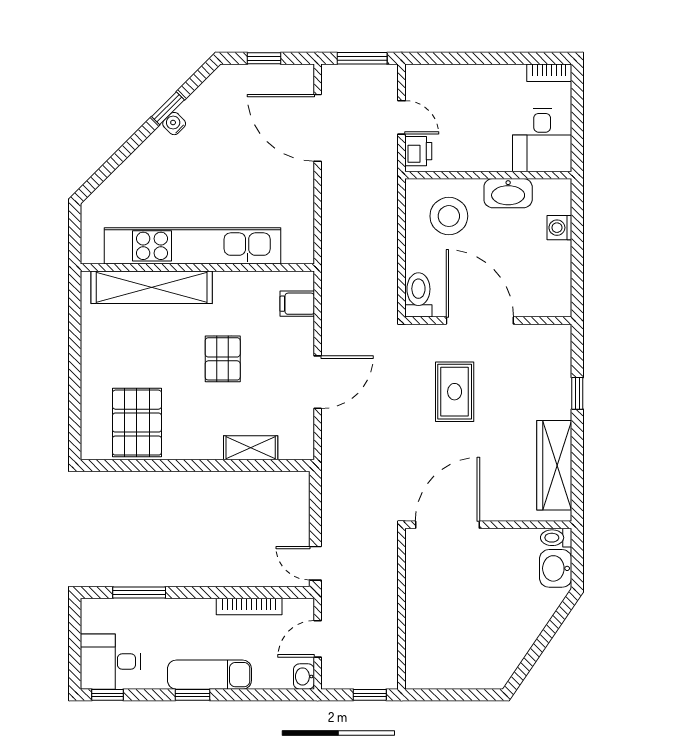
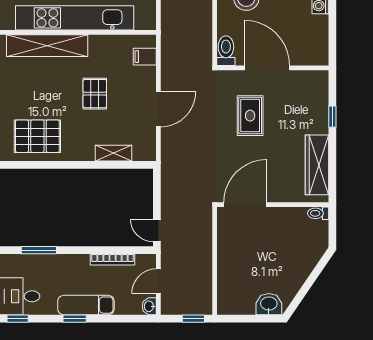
pallet: (137, 423) -> (37, 136), turned 90
washbasin: (556, 568) -> (269, 304), moved, turned 90

